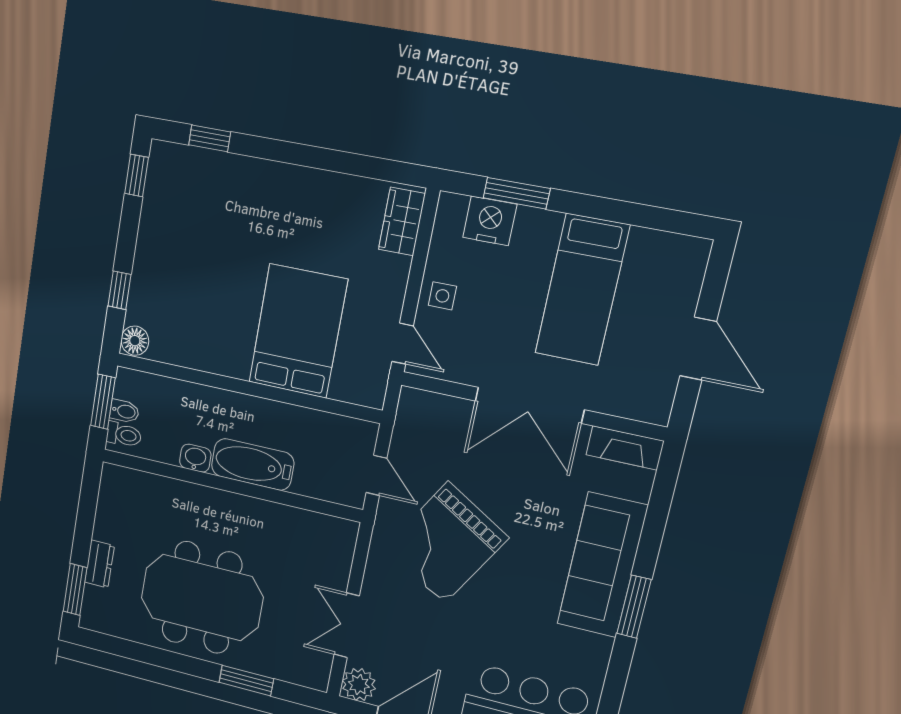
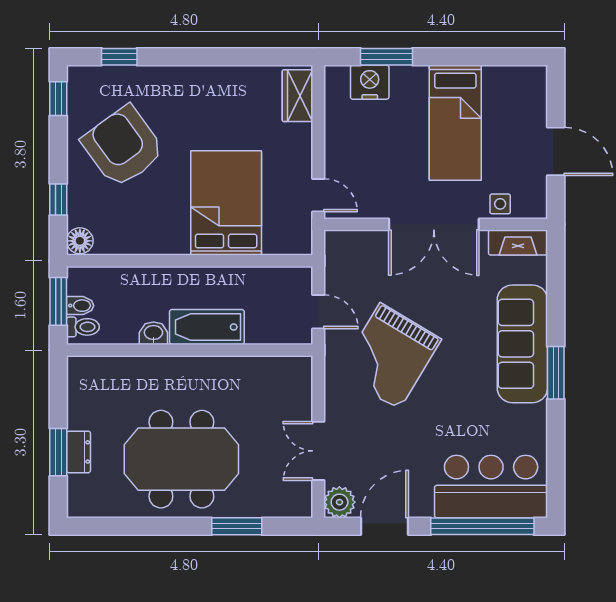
armchair: (197, 244) -> (123, 147), added
side table: (442, 296) -> (500, 204), moved
window: (75, 589) -> (58, 452), moved

